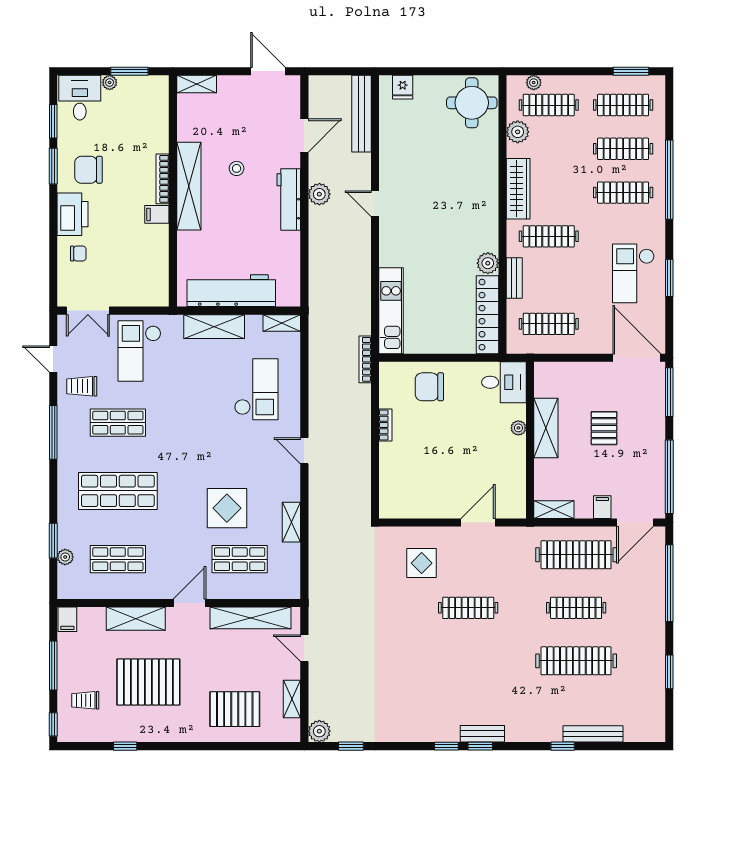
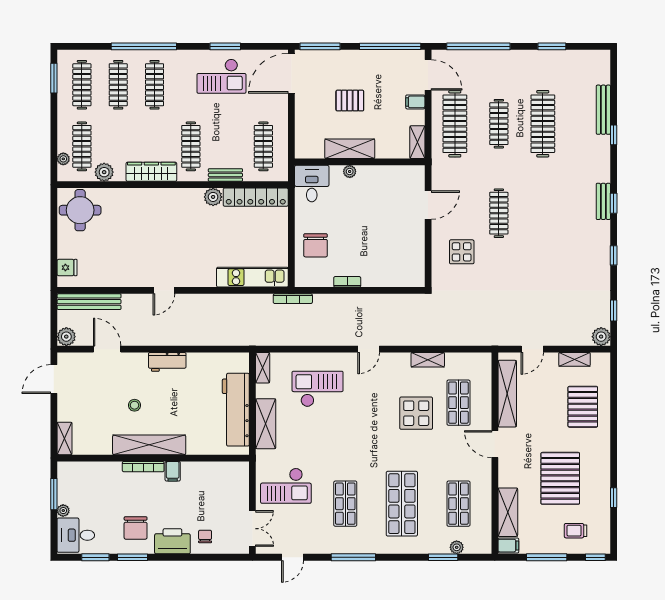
plant: (319, 194) -> (66, 337), moved
workbench: (289, 199) -> (167, 362), width x0.73
trolley: (82, 386) -> (315, 534), removed
door: (478, 522) -> (428, 205), swing flipped
shelving: (136, 619) -> (508, 512), moved
trolley: (85, 700) -> (576, 531), turned 90
window: (446, 746) -> (614, 255), moved

